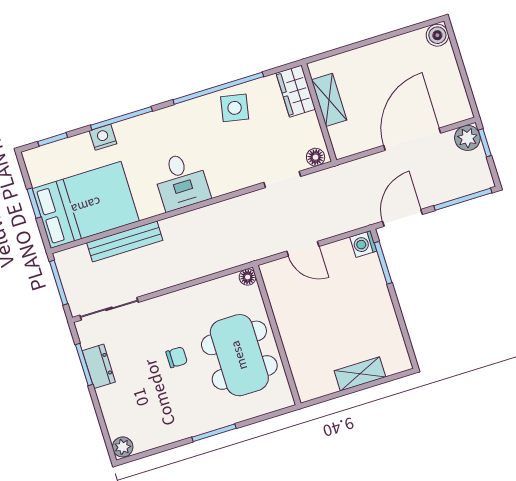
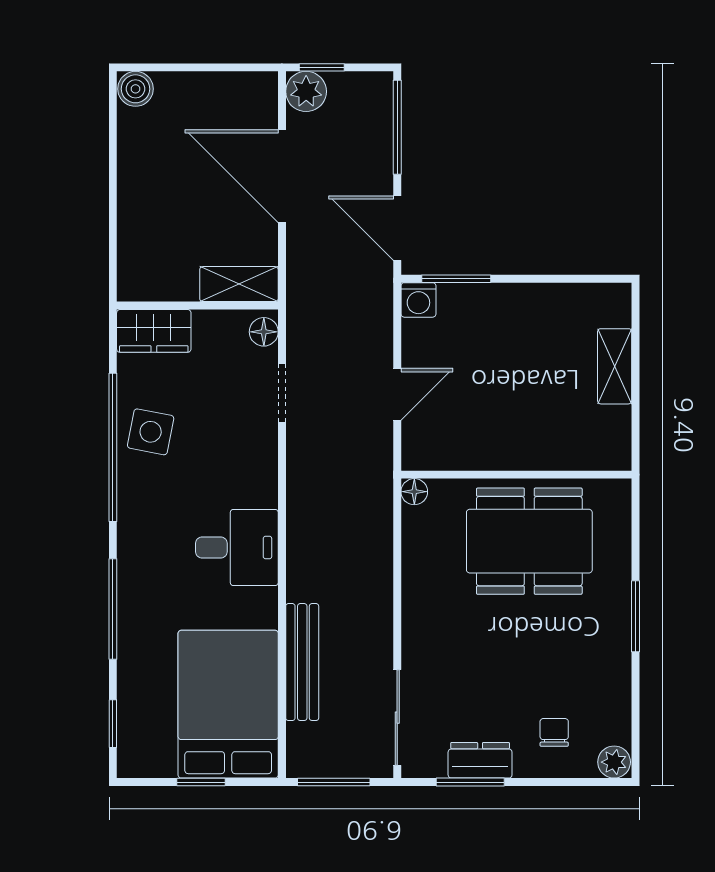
shelving: (329, 100) -> (239, 284), moved
nightstand: (103, 137) -> (133, 646), removed
chair: (177, 357) -> (554, 732), moved

